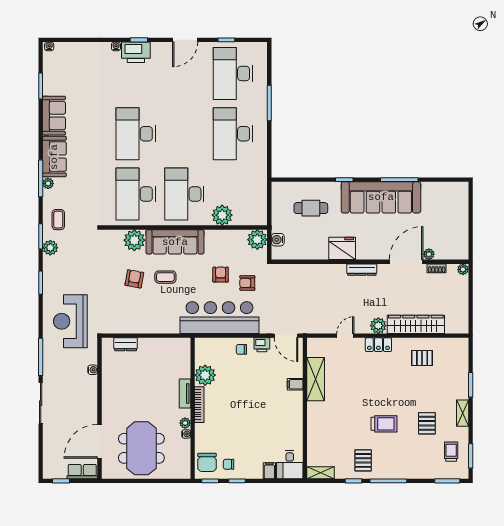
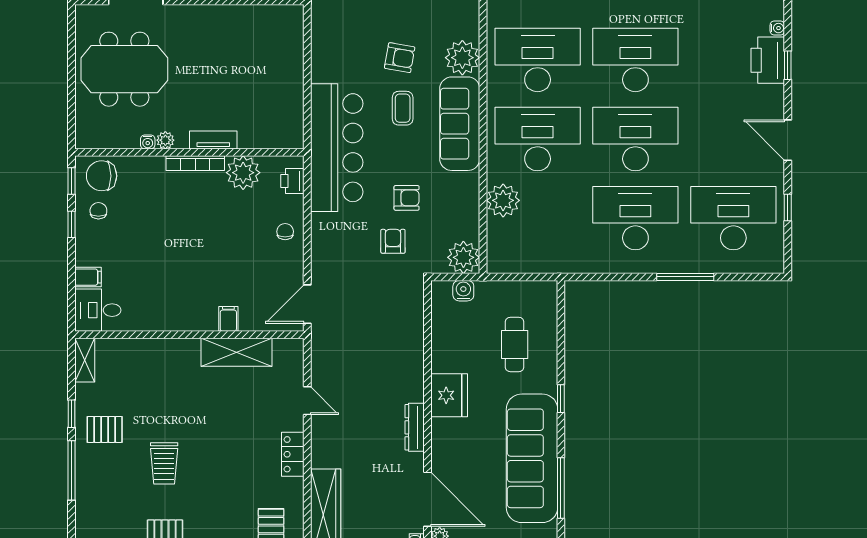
desk: (184, 134) -> (635, 139), added
bar counter: (219, 318) -> (337, 148), moved
plant: (378, 326) -> (324, 454), removed
dresser: (126, 344) -> (293, 43), removed
printer: (262, 345) -> (292, 181), moved

